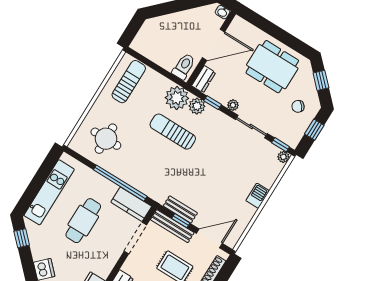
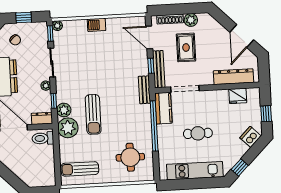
bench: (180, 209) -> (144, 90), moved
cafe table: (83, 221) -> (198, 133), width x0.73, depth x0.74

